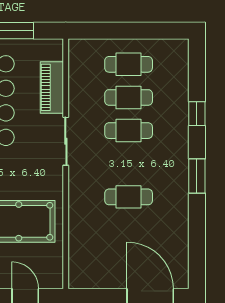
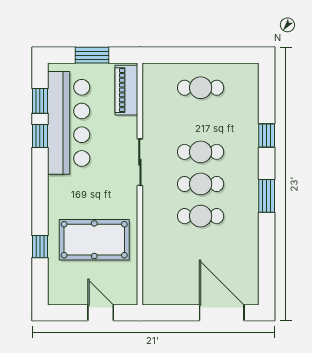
piano: (52, 87) -> (126, 90), moved
cafe table: (129, 97) -> (201, 184), moved

